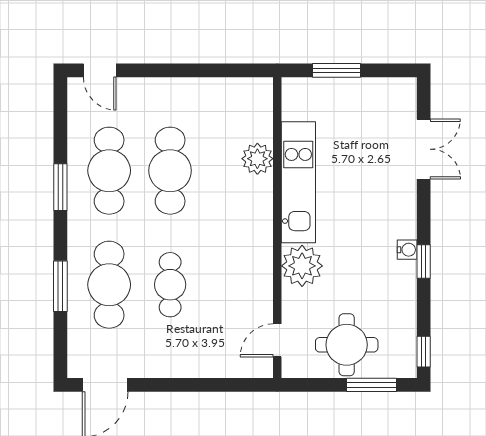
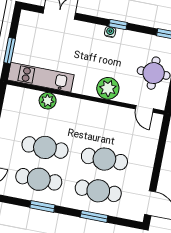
kitchen unit: (298, 182) -> (41, 77), moved
cafe table: (170, 285) -> (104, 159), width x1.37, depth x1.35

